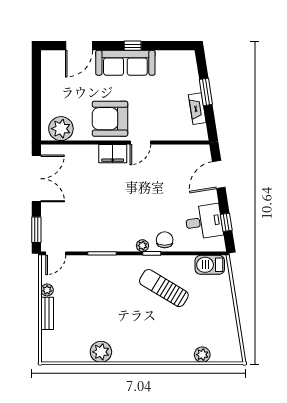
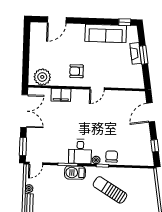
window: (133, 46) -> (125, 22), moved
sofa: (125, 63) -> (106, 33), moved
fireplace: (197, 109) -> (136, 53), moved
armchair: (110, 119) -> (77, 71), width x0.53, depth x0.53
filing cabinet: (113, 154) -> (61, 95), moved
desk: (204, 222) -> (80, 151), moved, turned 99
barbecue: (210, 265) -> (75, 173), moved

